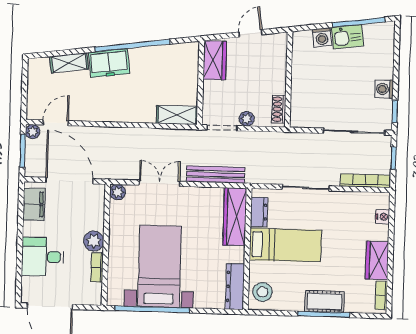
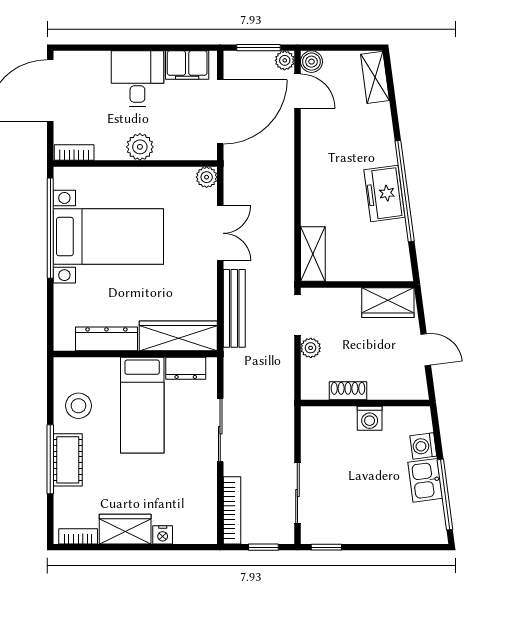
shelving: (69, 63) -> (375, 77), moved
freezer: (109, 63) -> (384, 193), moved
washing machine: (384, 89) -> (370, 418), moved, turned 180
shoe rack: (279, 109) -> (348, 391), moved
boiler: (34, 112) -> (311, 62), added
sliding door: (354, 132) -> (297, 493), width x0.73
nightstand: (383, 217) -> (163, 535), moved
desk: (43, 257) -> (137, 79), moved
bookcase: (97, 267) -> (74, 152), moved
dresser: (235, 287) -> (106, 339), moved
stool: (262, 292) -> (78, 406), moved

